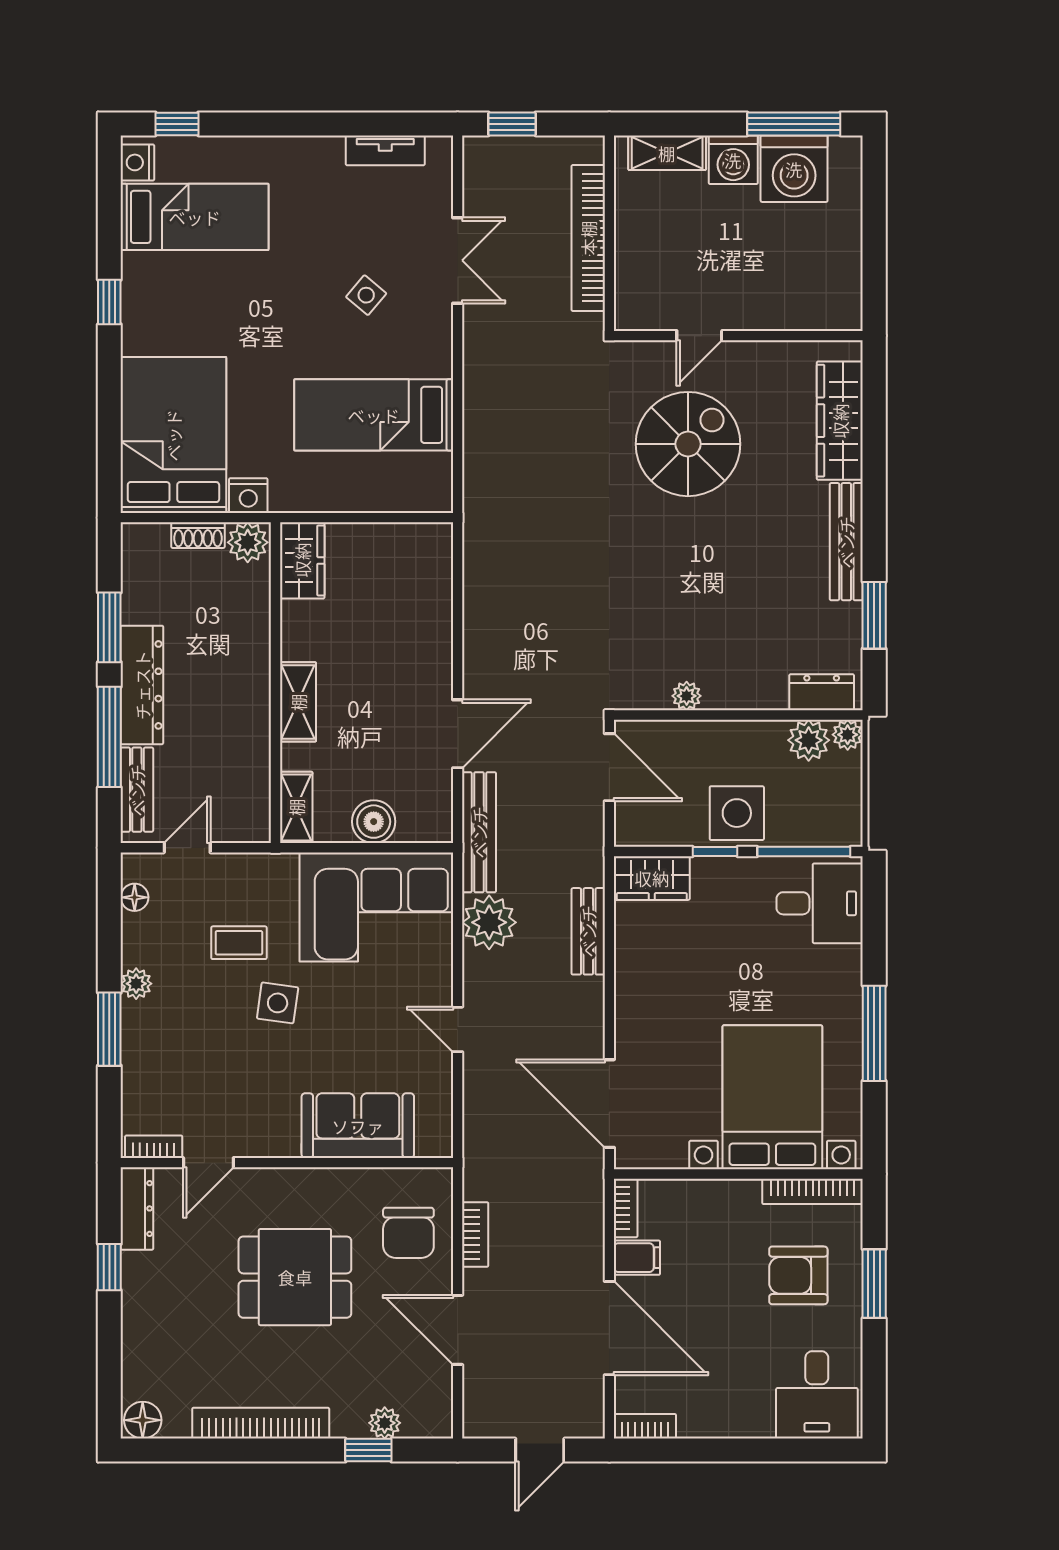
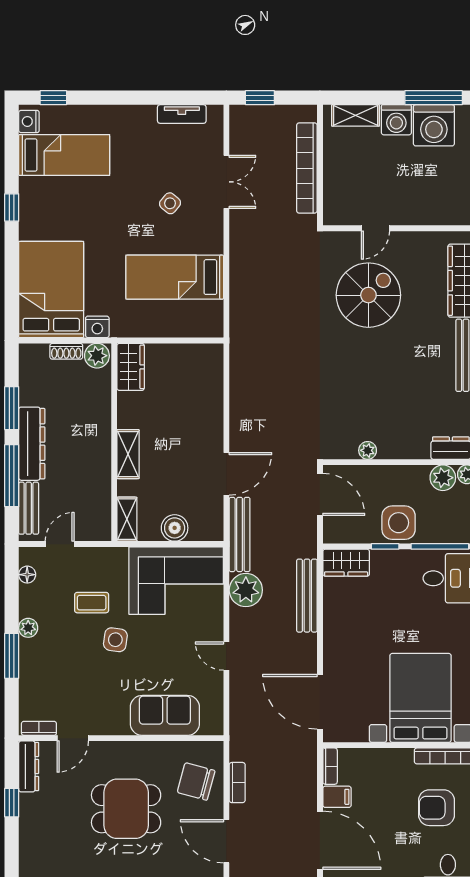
bench: (588, 931) -> (307, 596), width x1.36
chair: (408, 1233) -> (196, 781), turned 105

